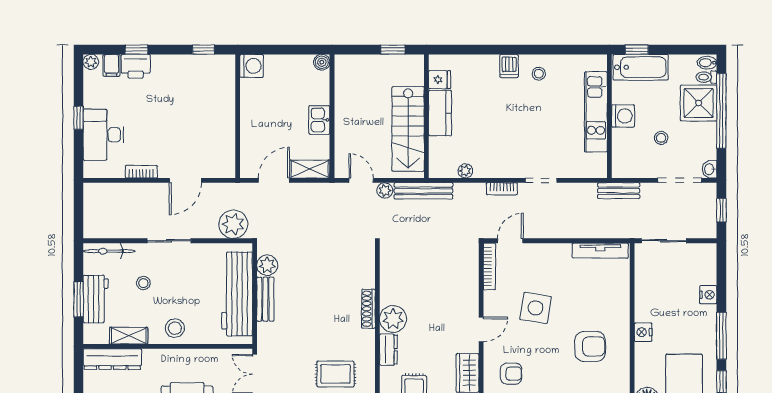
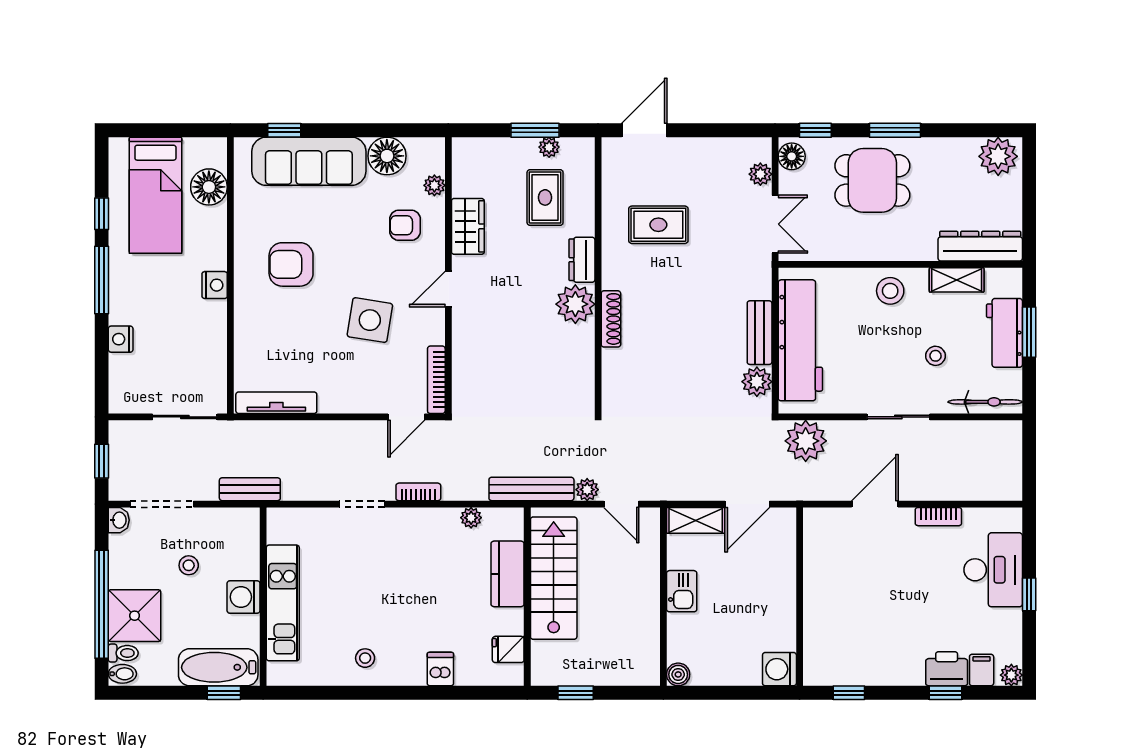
dishwasher: (509, 66) -> (440, 669), moved
kitchen counter: (440, 113) -> (508, 574), moved

